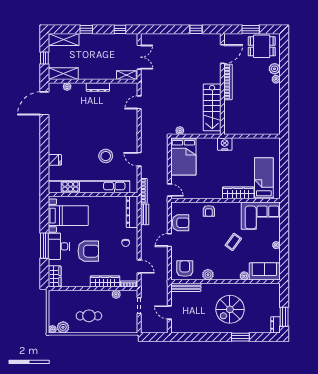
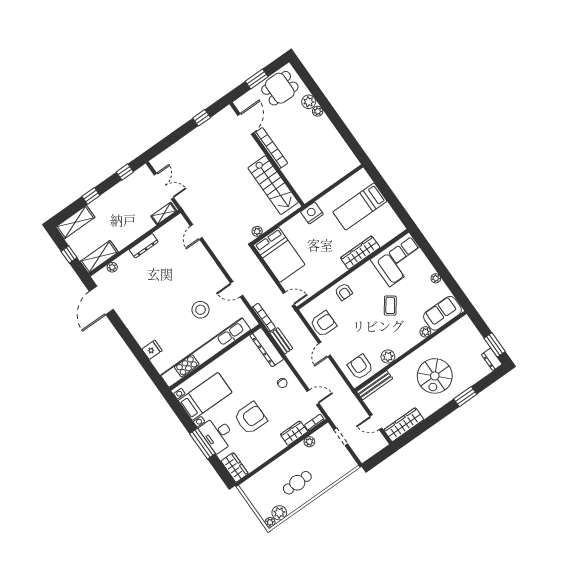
bed: (264, 178) -> (360, 207), moved, turned -90
wardrobe: (105, 281) -> (294, 433), width x0.67
wardrobe: (187, 327) -> (404, 425), added

